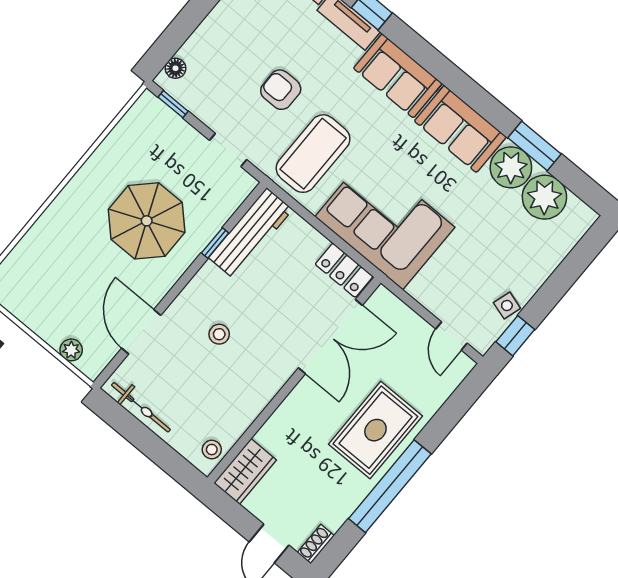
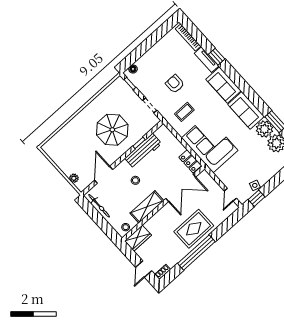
coffee table: (313, 154) -> (184, 112), width x0.54, depth x0.58
workbench: (251, 234) -> (143, 151), moved
shelving: (256, 394) -> (147, 207), added

